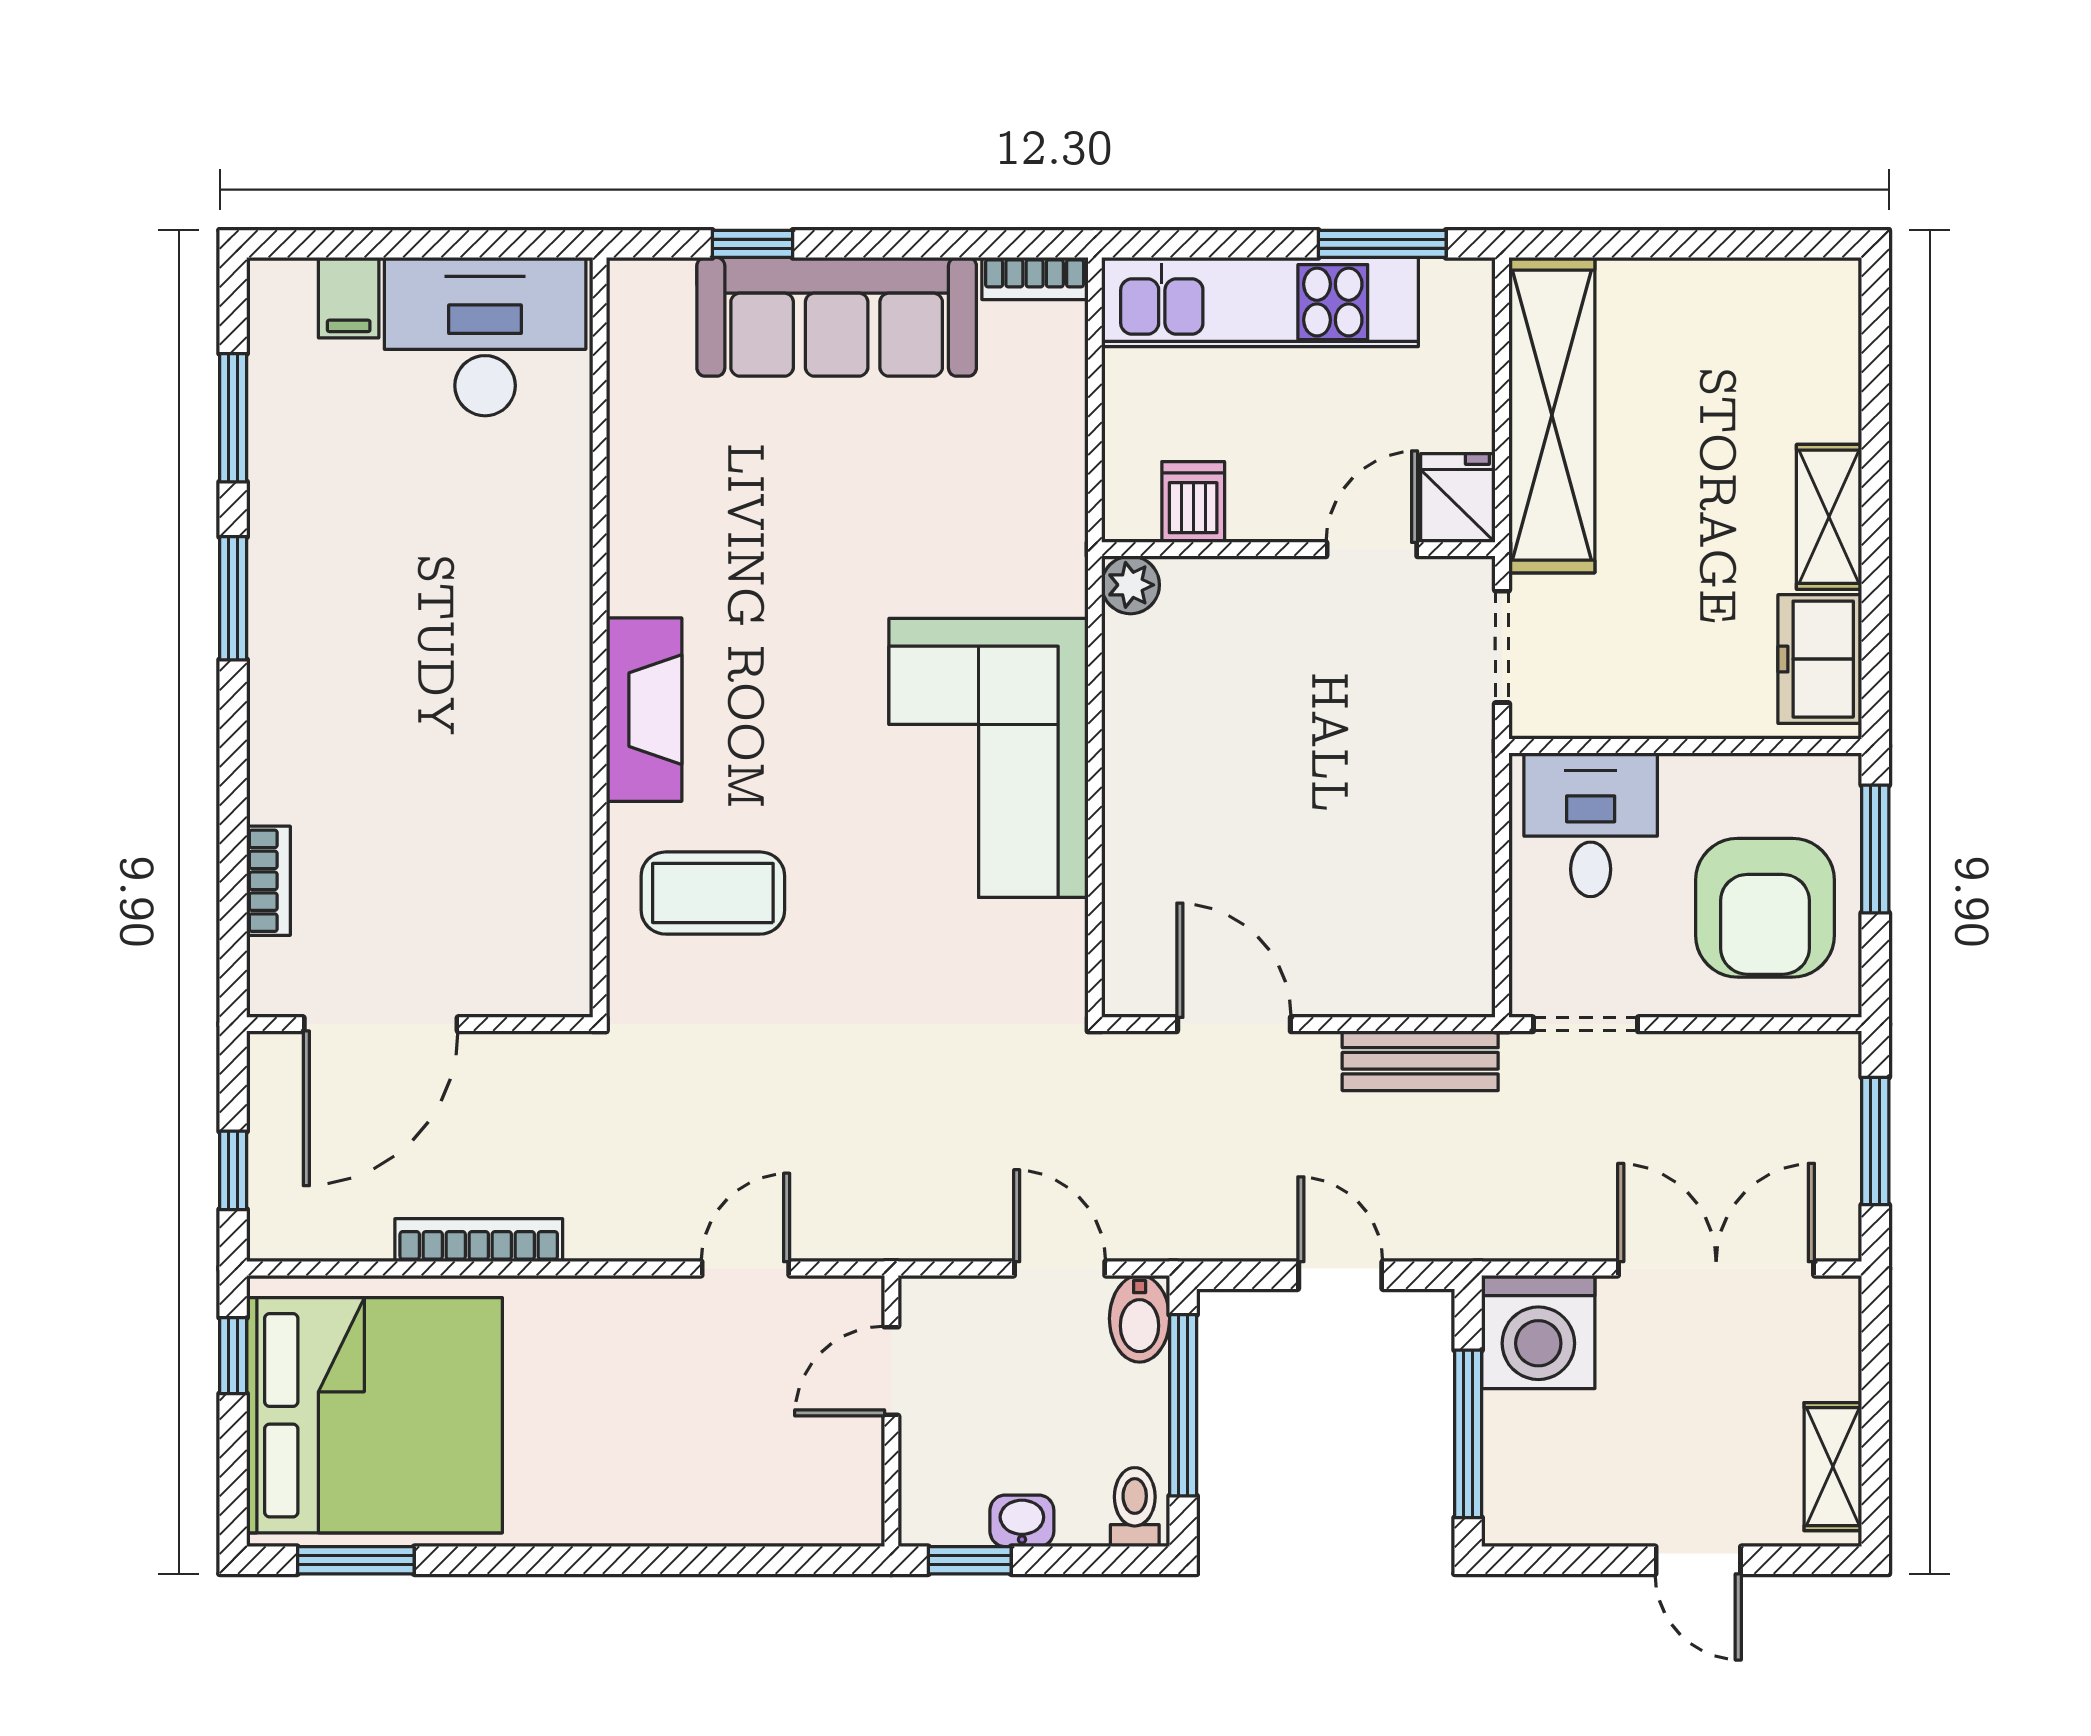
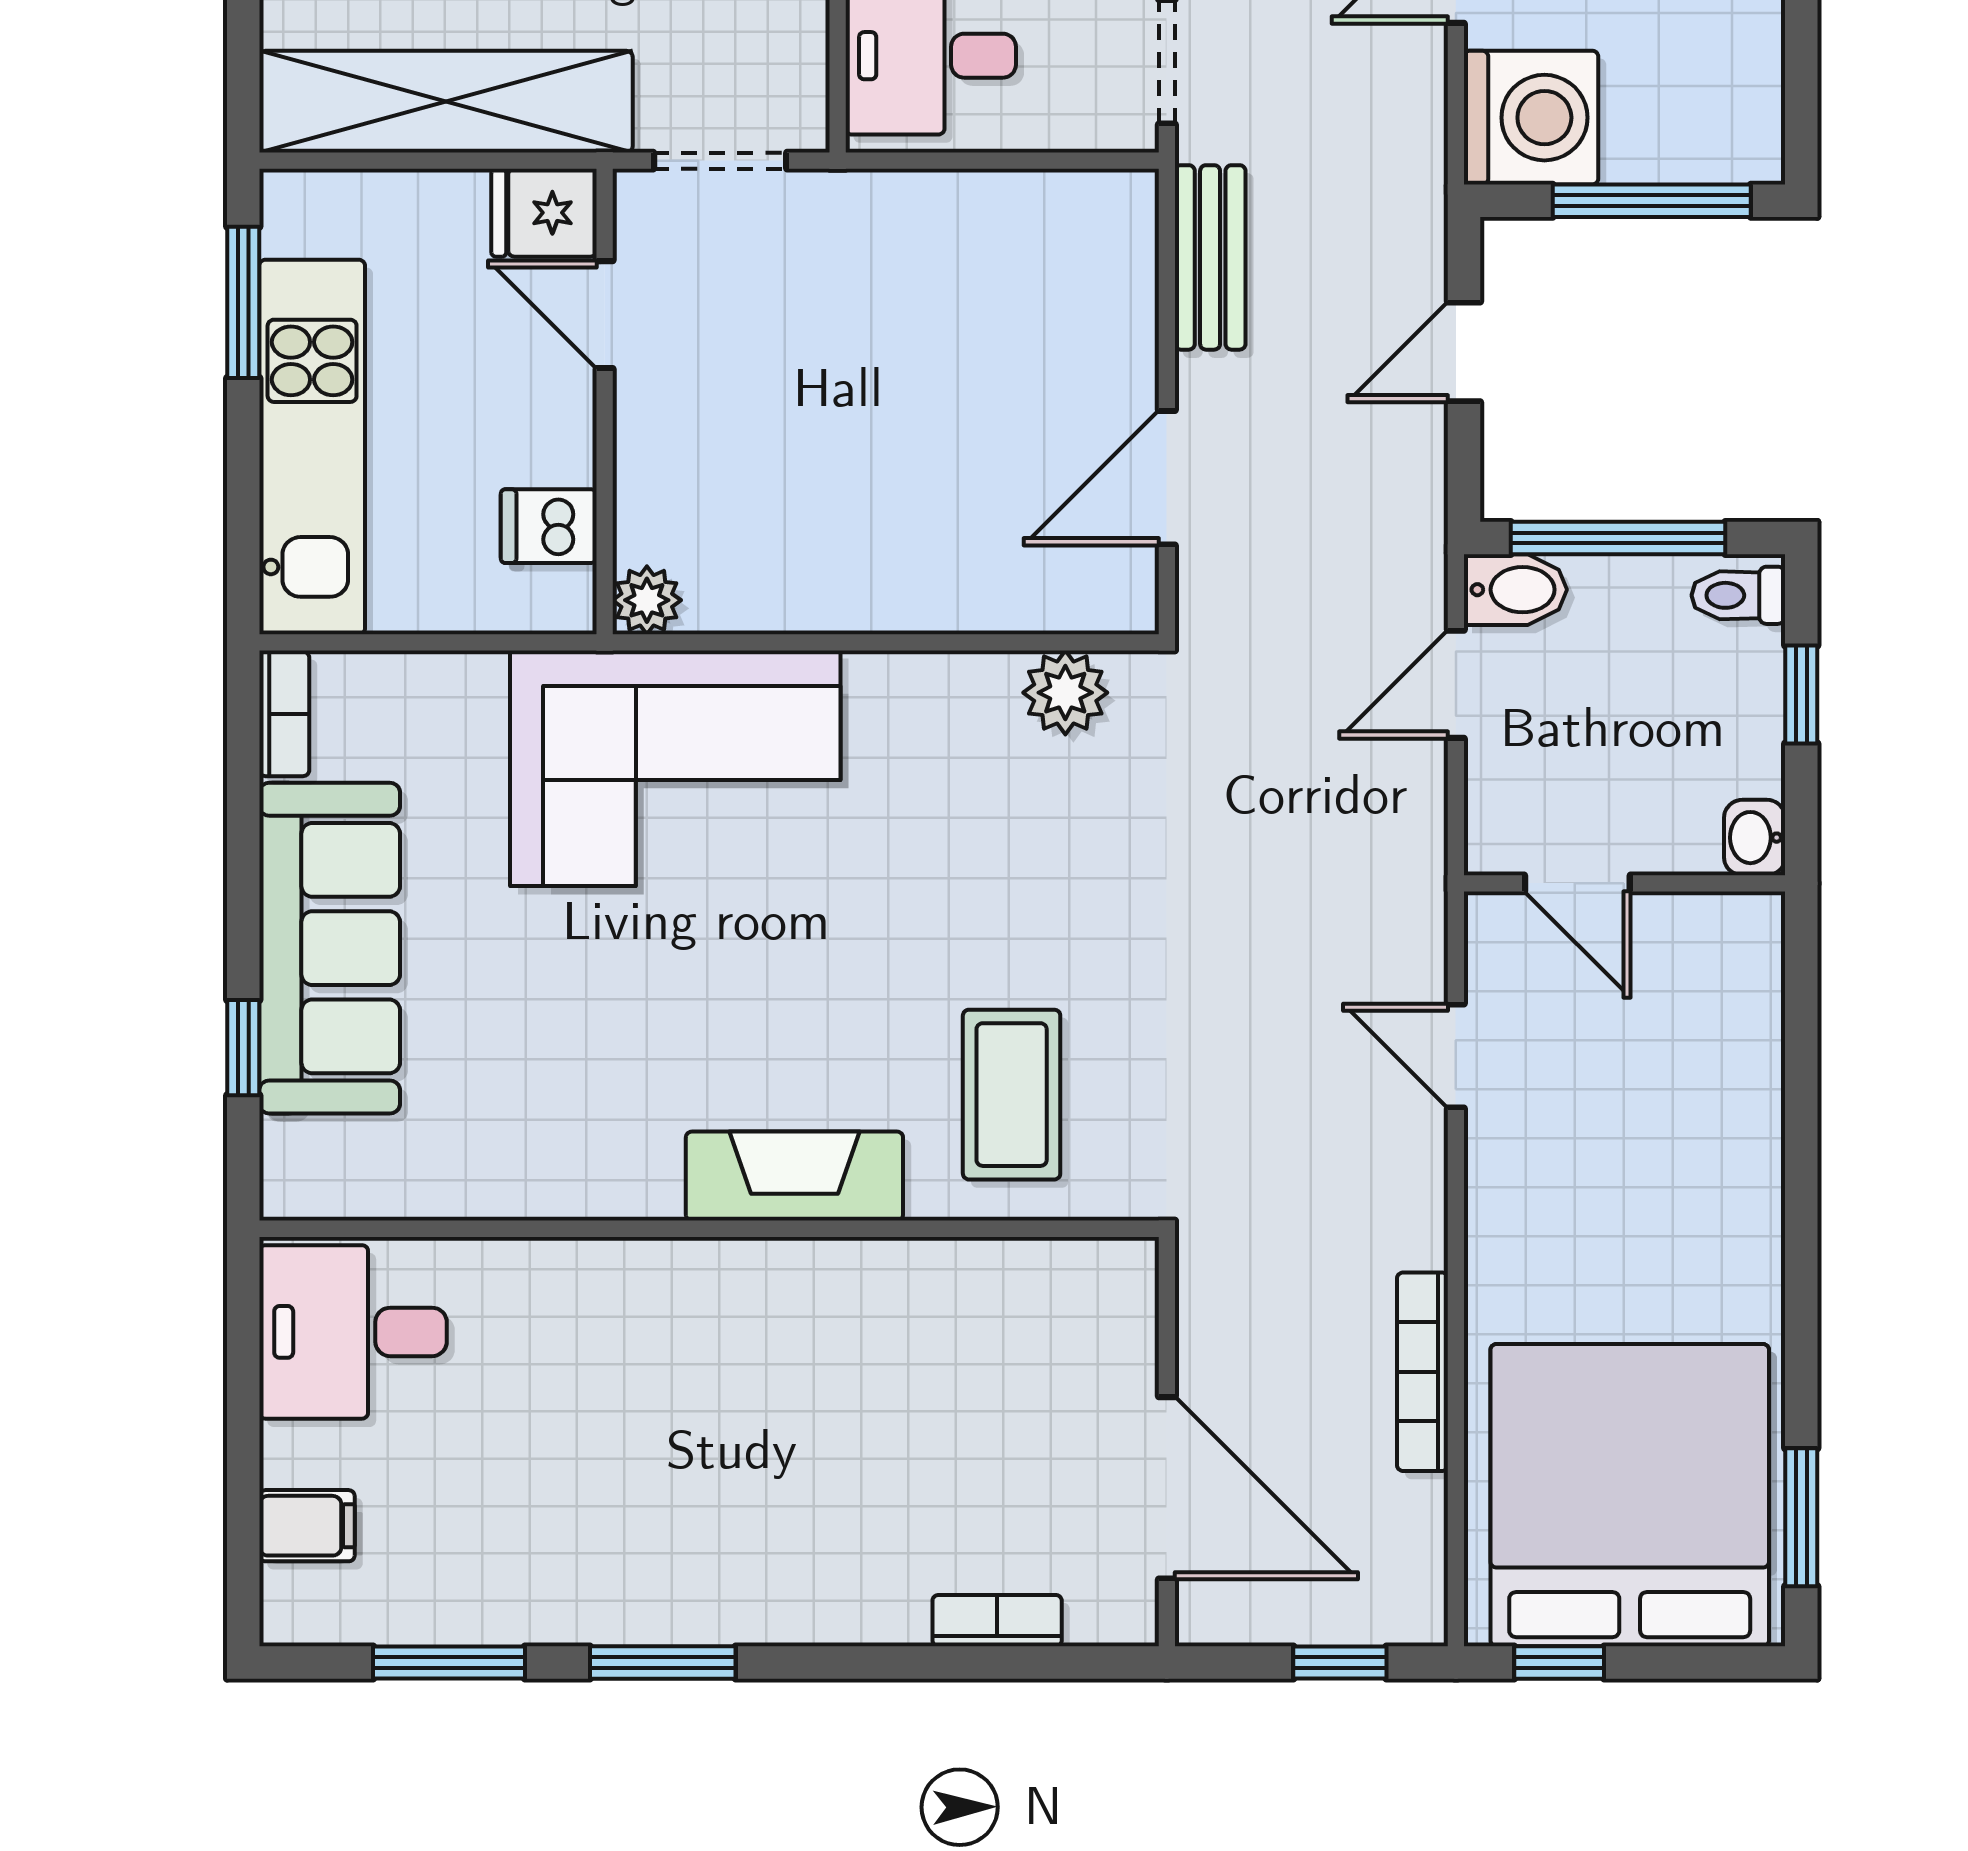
desk: (485, 337) -> (353, 1332), width x0.73
corner sofa: (989, 758) -> (675, 768), moved
plant: (1053, 938) -> (1065, 693), added
washbasin: (1022, 1521) -> (1755, 838), moved
window: (970, 1560) -> (1801, 695), moved

